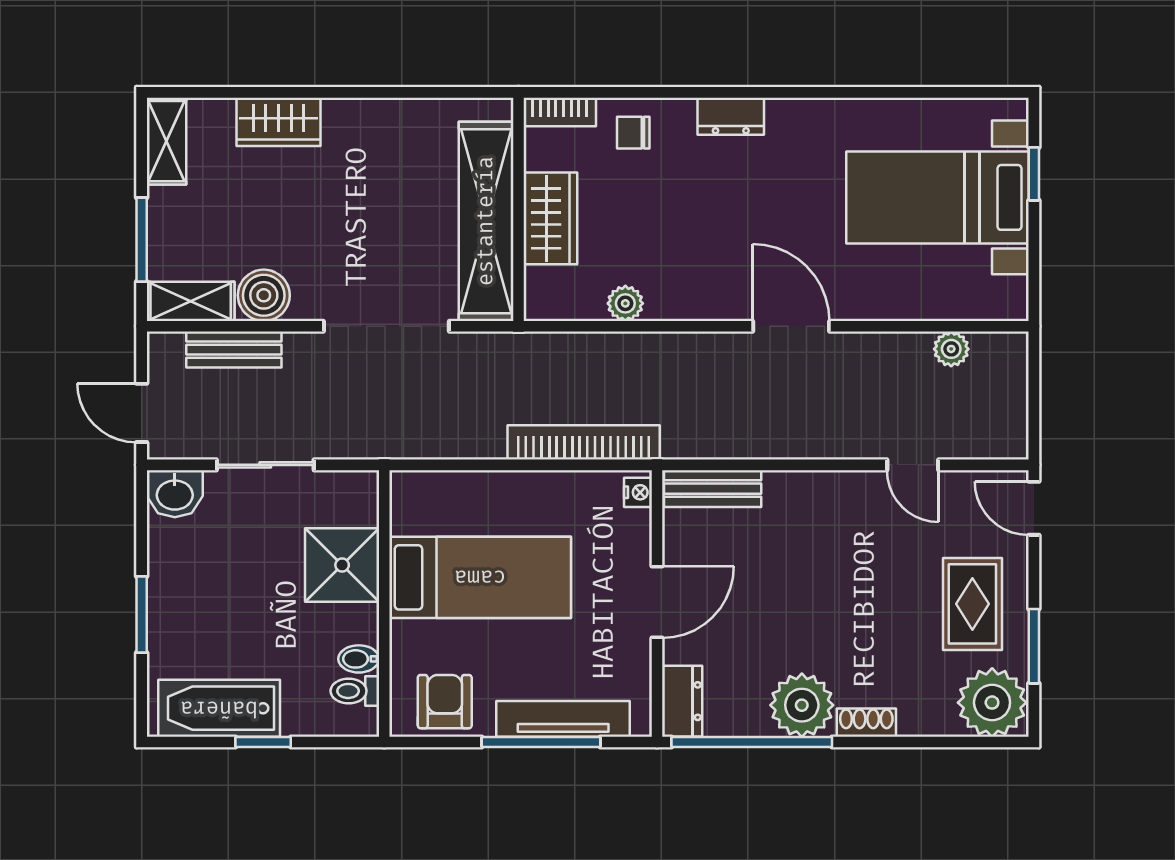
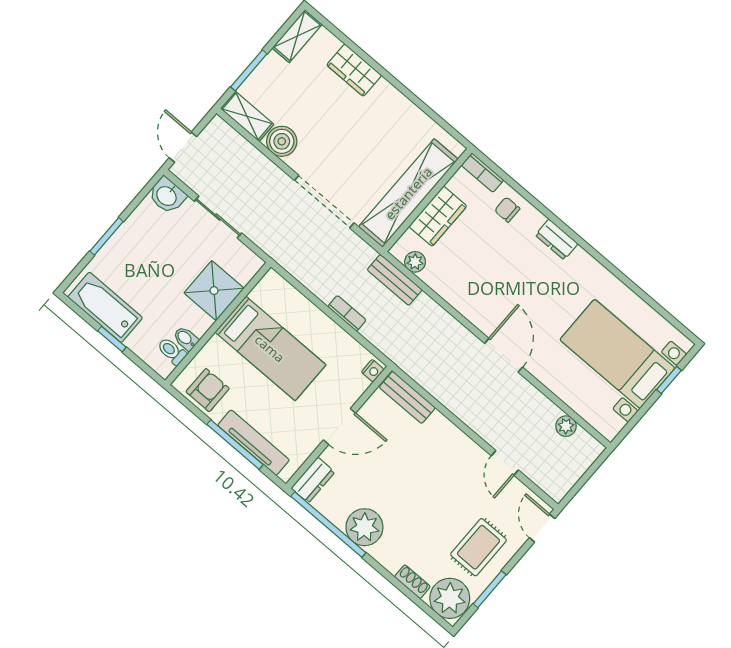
plant: (625, 303) -> (415, 262), moved
bench: (234, 350) -> (395, 280), moved
bookcase: (584, 442) -> (347, 313), width x0.43, depth x0.76
shoe rack: (866, 723) -> (412, 582), moved

